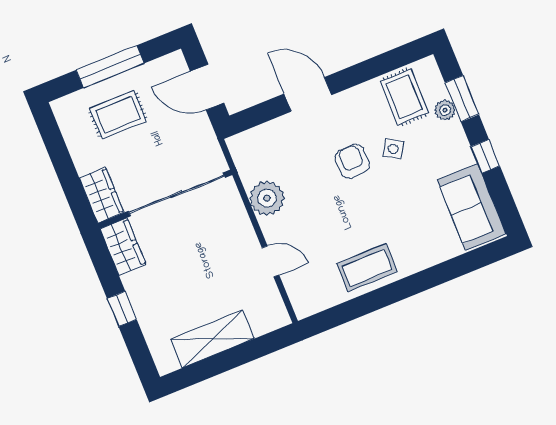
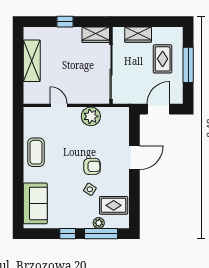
window: (462, 99) -> (101, 234), width x1.44
wardrobe: (102, 195) -> (138, 35), moved
sofa: (472, 207) -> (35, 203), moved, turned 90
door: (270, 261) -> (59, 105), swing flipped

